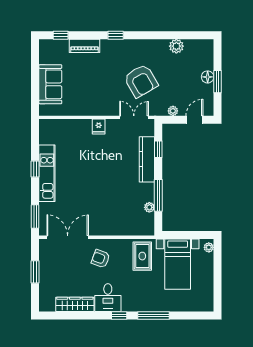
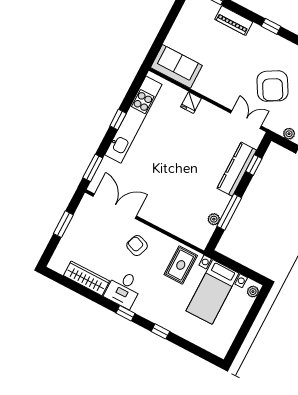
sofa: (50, 84) -> (176, 66), moved, turned -90
fridge: (99, 126) -> (191, 103), moved
kitchen unit: (47, 173) -> (133, 120), width x1.36
window: (153, 316) -> (160, 331), width x0.46

